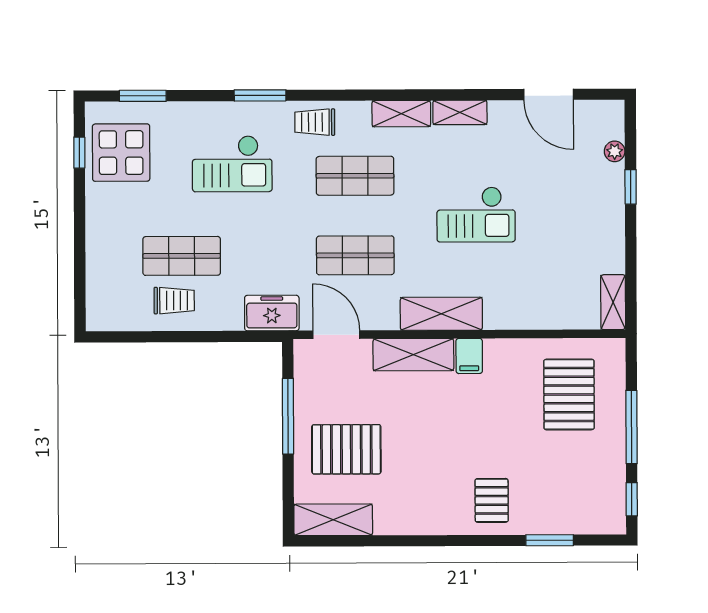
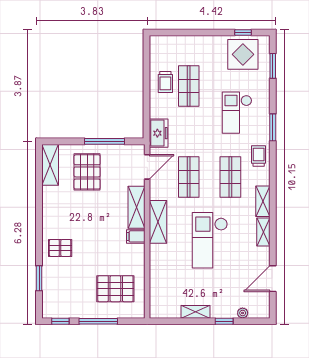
checkout: (476, 214) -> (210, 240), width x1.36, depth x1.21
shelving: (613, 302) -> (195, 312), moved

